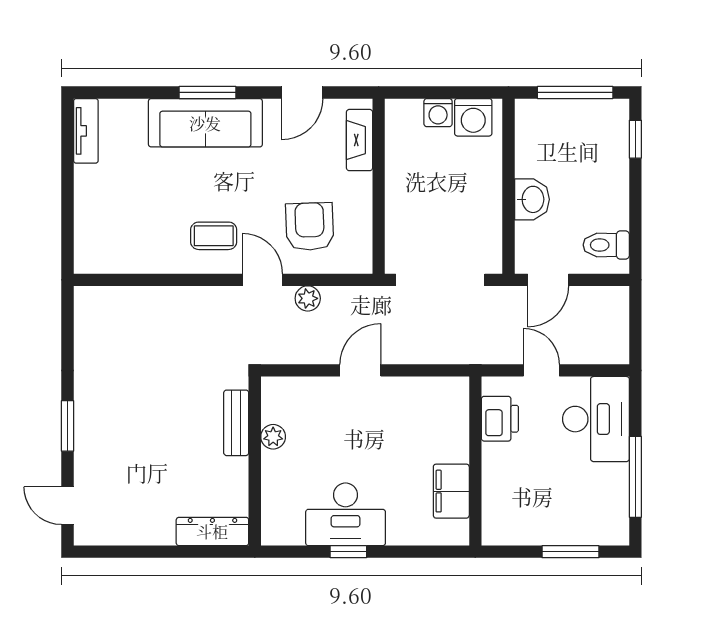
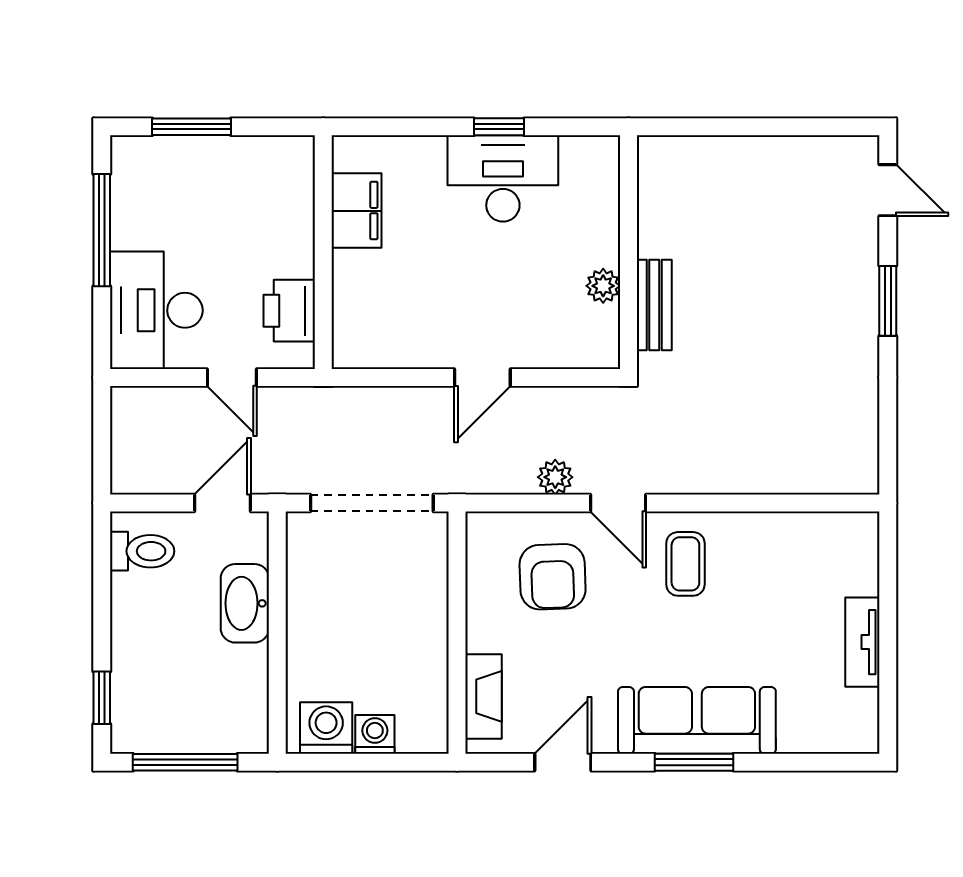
tv unit: (86, 131) -> (862, 642), moved
washbasin: (532, 199) -> (245, 603), width x1.38
coffee table: (214, 236) -> (685, 564), turned 90
dresser: (212, 531) -> (687, 155), removed

